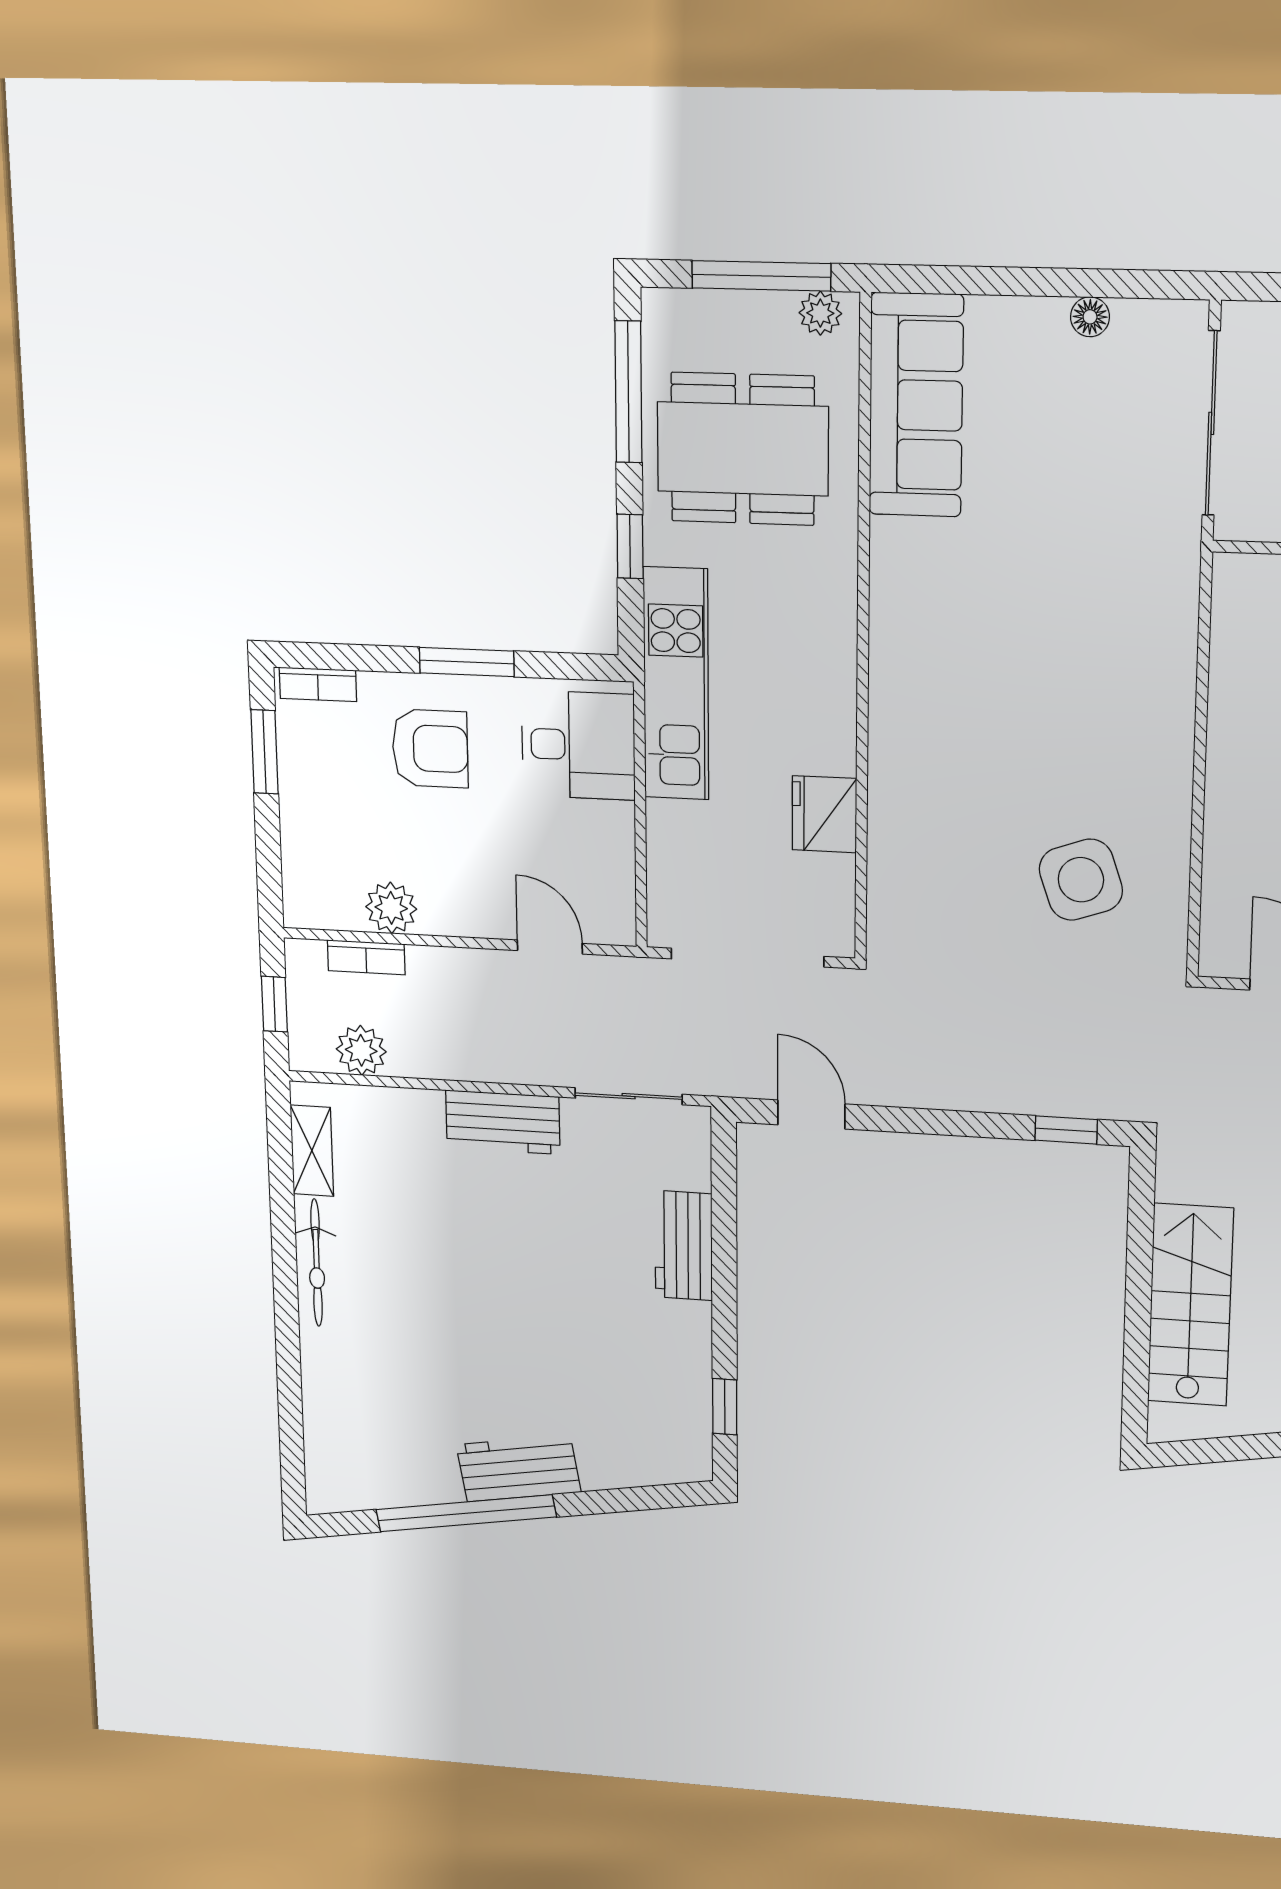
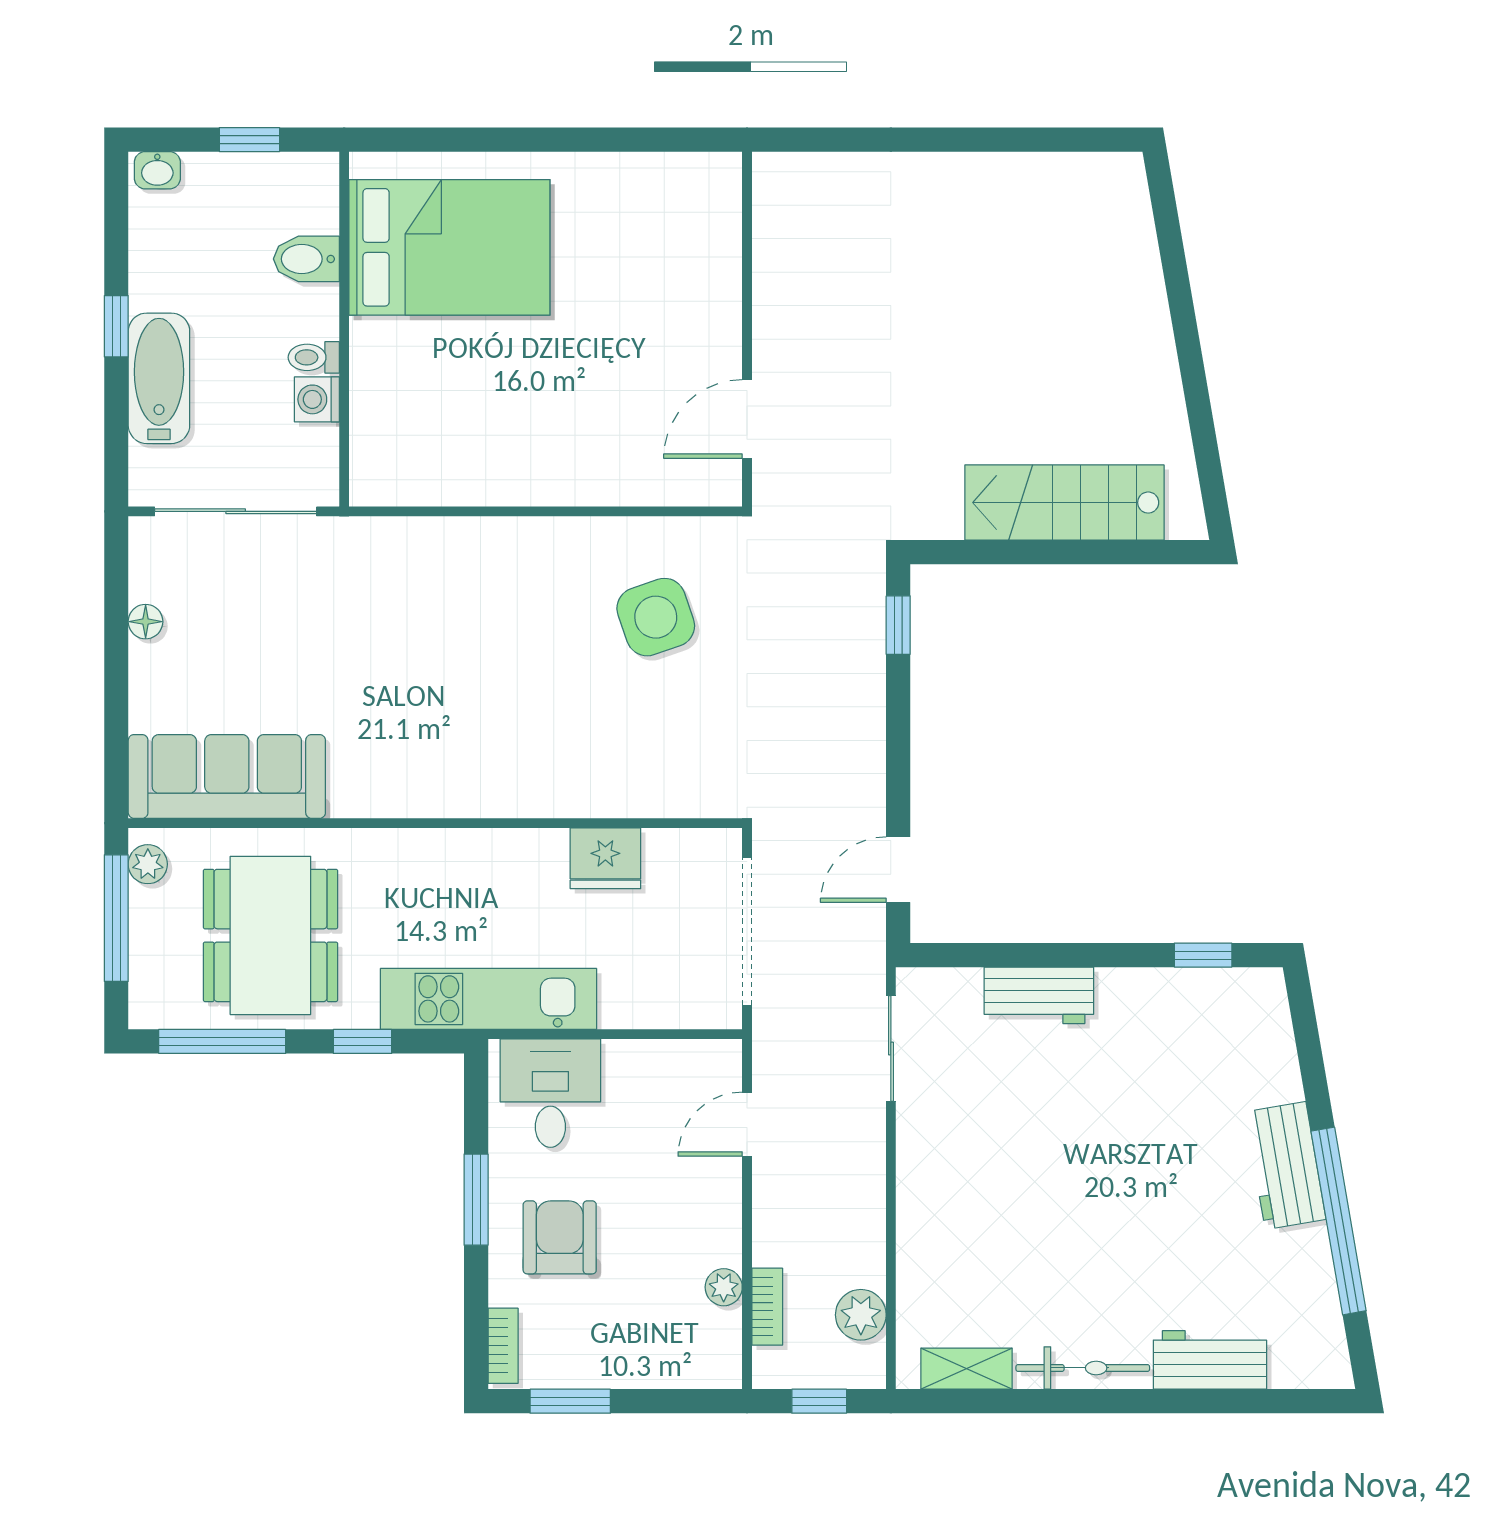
plant: (391, 908) -> (724, 1287), width x0.73, depth x0.73
workbench: (503, 1122) -> (1210, 1360), moved, turned -90

